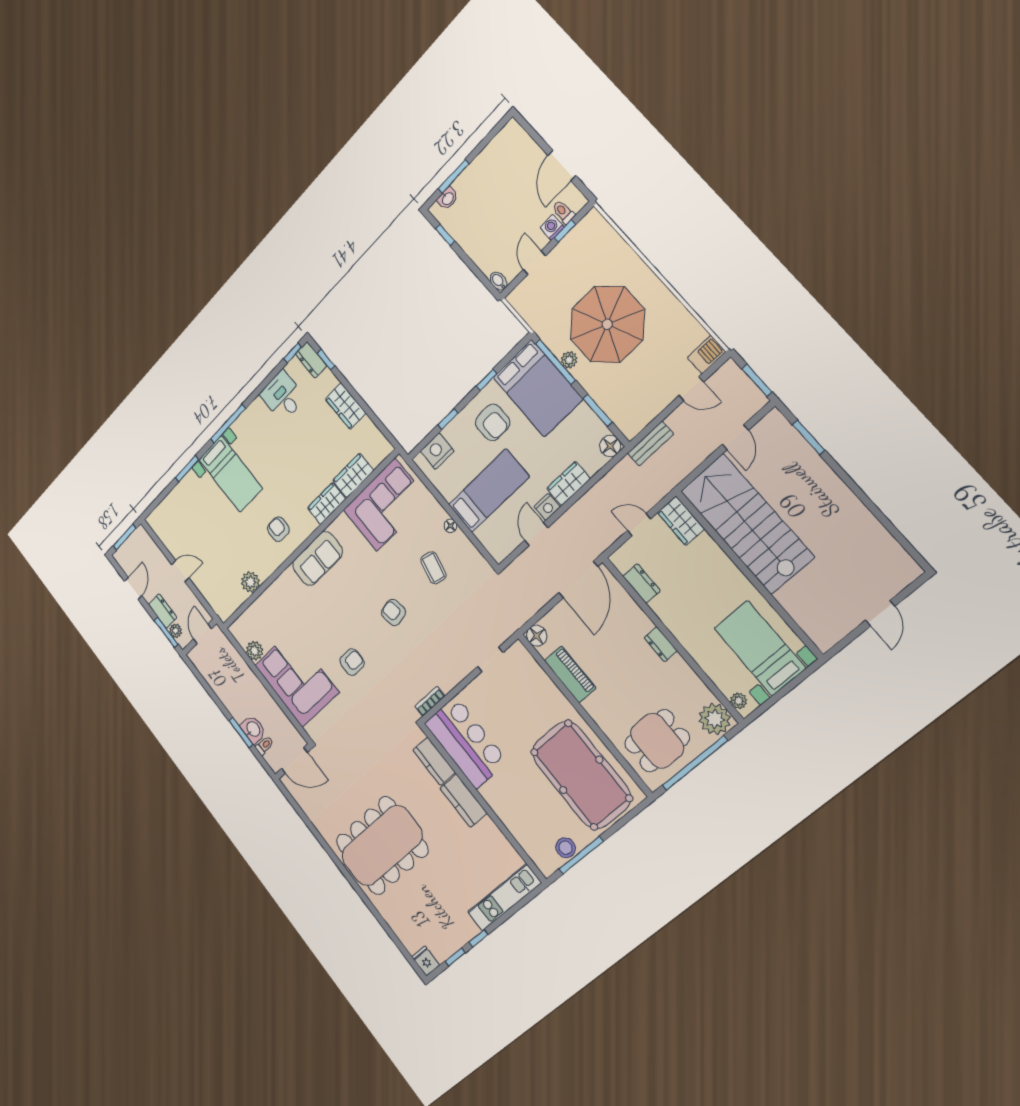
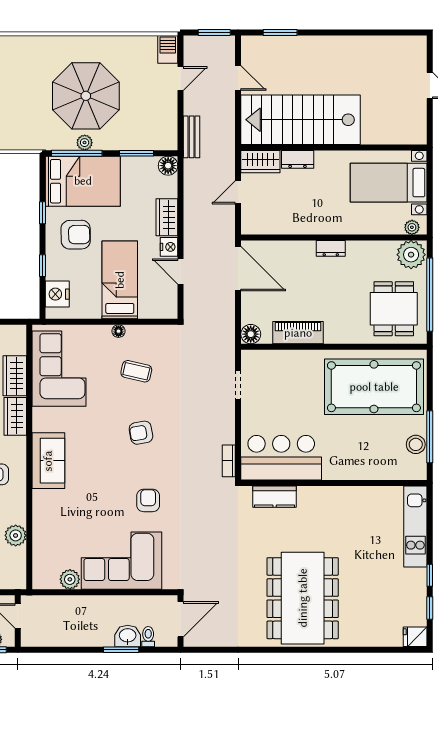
dresser: (642, 583) -> (298, 159), moved, turned 180
kitchen counter: (463, 801) -> (321, 498), removed

